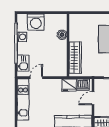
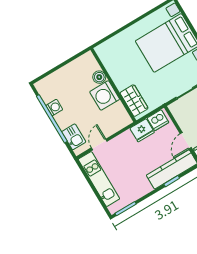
washing machine: (36, 22) -> (105, 95), moved, turned 90
wardrobe: (75, 58) -> (134, 101), width x0.67
door: (93, 98) -> (186, 141), moved

